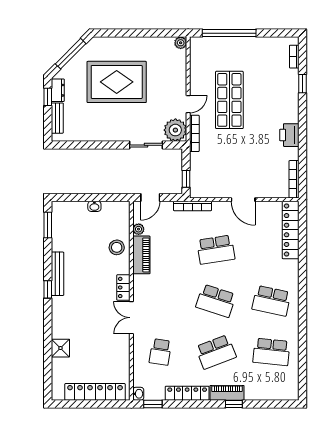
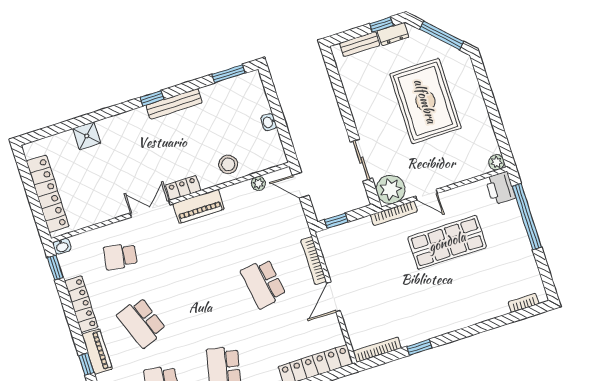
window: (302, 84) -> (419, 347), moved
printer: (289, 135) -> (500, 188), moved, turned -90
bookcase: (193, 206) -> (314, 261), moved
piano: (141, 255) -> (199, 206), moved
school desk: (216, 301) -> (203, 303), removed

